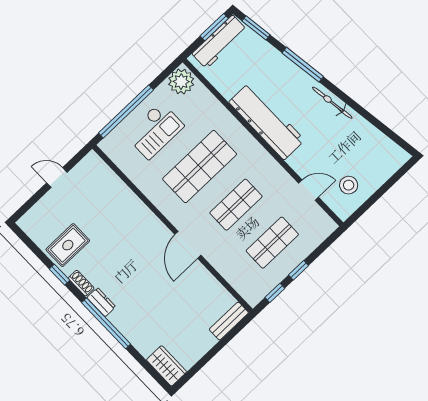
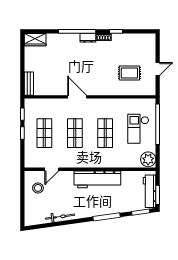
bicycle: (332, 103) -> (60, 217), moved
shop shelf: (200, 167) -> (105, 133), width x0.70, depth x0.74
rug: (68, 245) -> (129, 73), moved, turned 90

